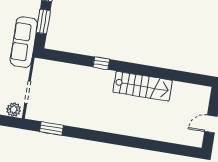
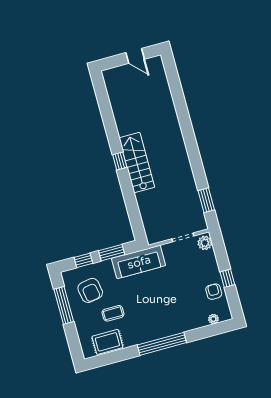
window: (101, 63) -> (120, 161), moved
stairs: (143, 86) -> (137, 163), moved

